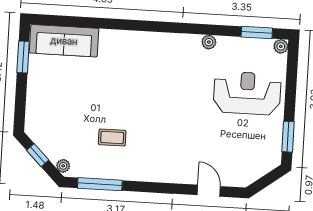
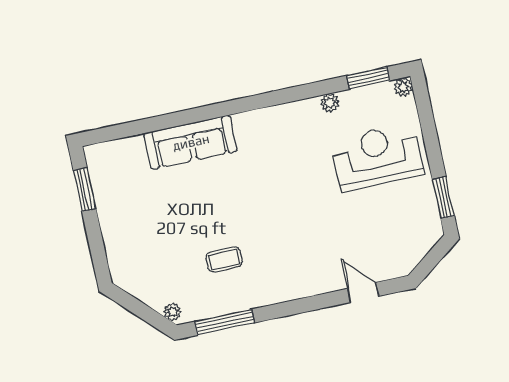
sofa: (64, 41) -> (191, 142), moved
plant: (209, 42) -> (330, 103), moved
window: (38, 155) -> (137, 307), removed

